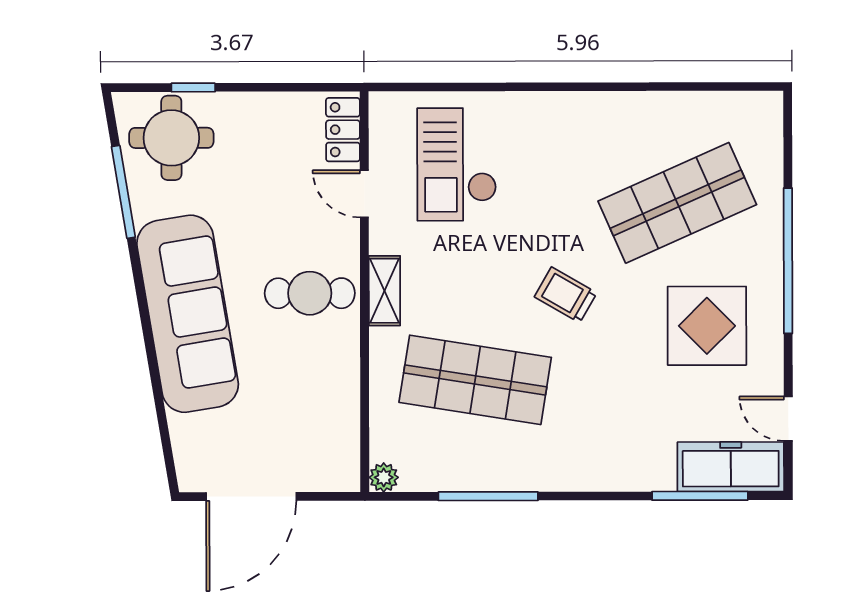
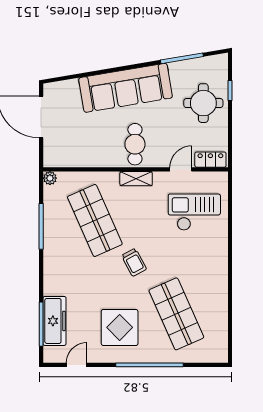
round table: (171, 138) -> (203, 103), moved
trolley: (566, 295) -> (134, 262), turned 122
shop shelf: (475, 380) -> (95, 220), turned -33
freezer: (731, 467) -> (55, 321), moved

